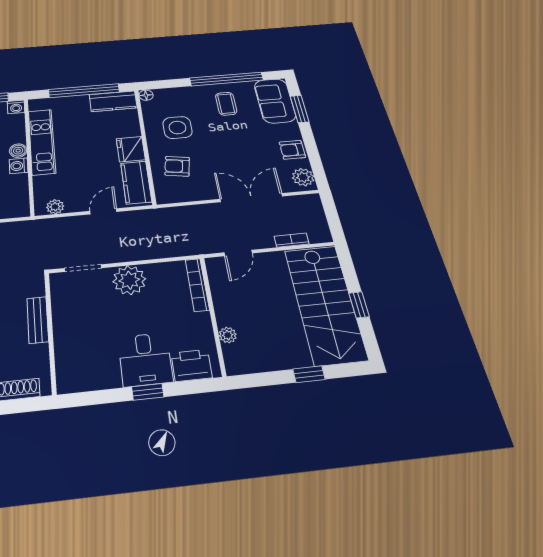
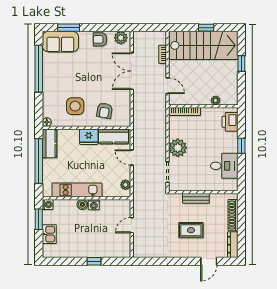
coffee table: (226, 104) -> (59, 73), removed
armchair: (292, 150) -> (100, 39), turned 90
desk: (145, 359) -> (224, 166), moved

